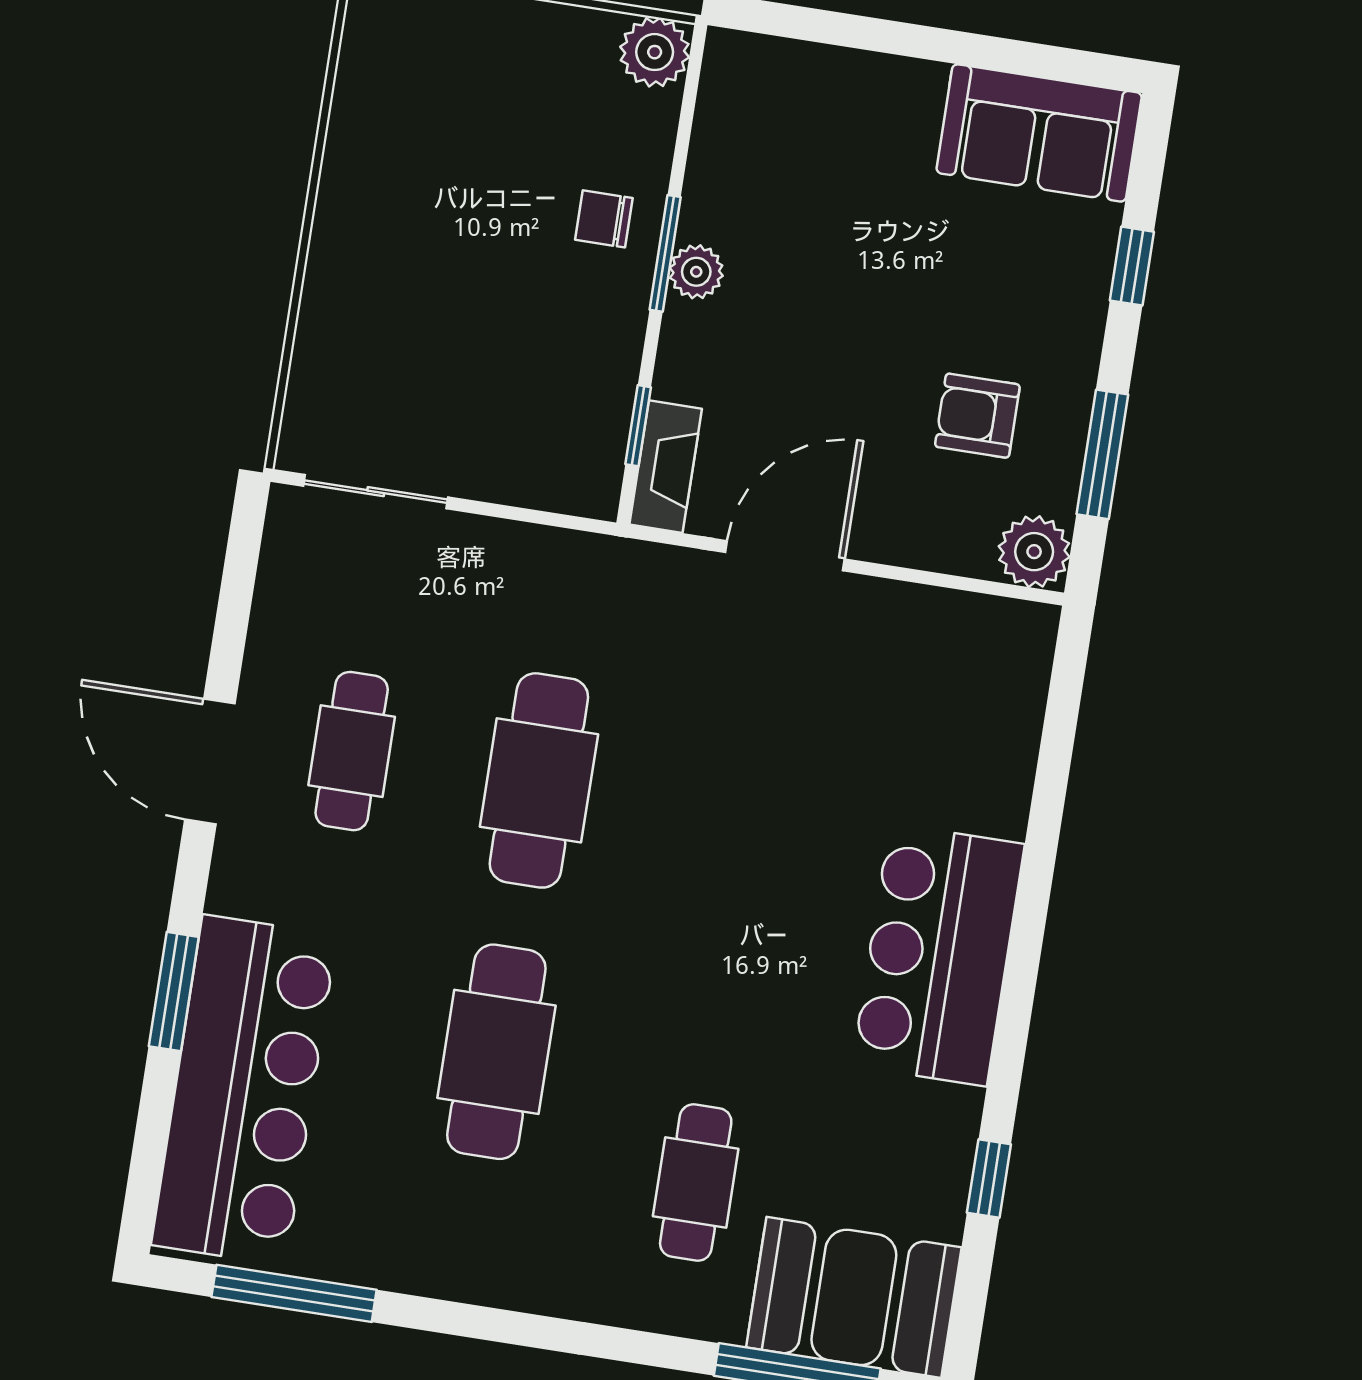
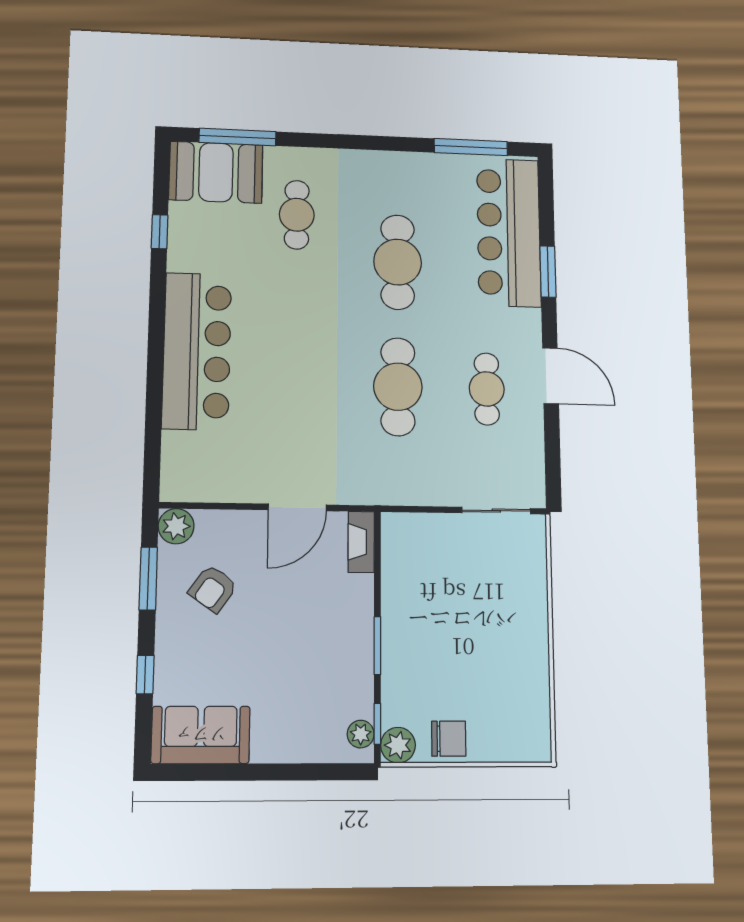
chair: (604, 219) -> (449, 739), moved, width x1.37, depth x1.37
plant: (696, 272) -> (361, 734), moved
armchair: (977, 416) -> (213, 589), turned 125
window: (638, 426) -> (377, 724), moved
bar counter: (938, 955) -> (197, 351), width x1.36

